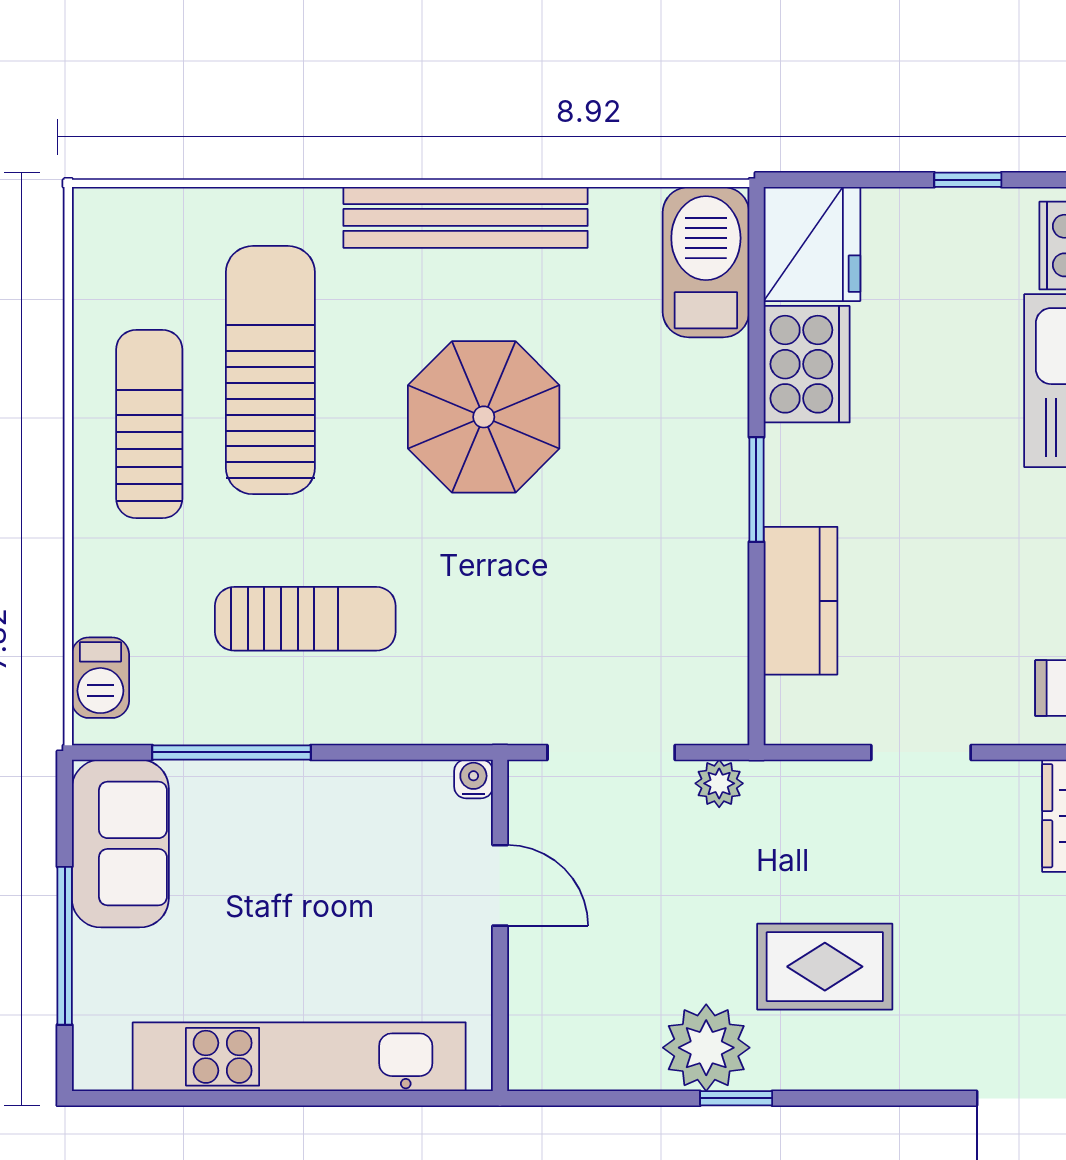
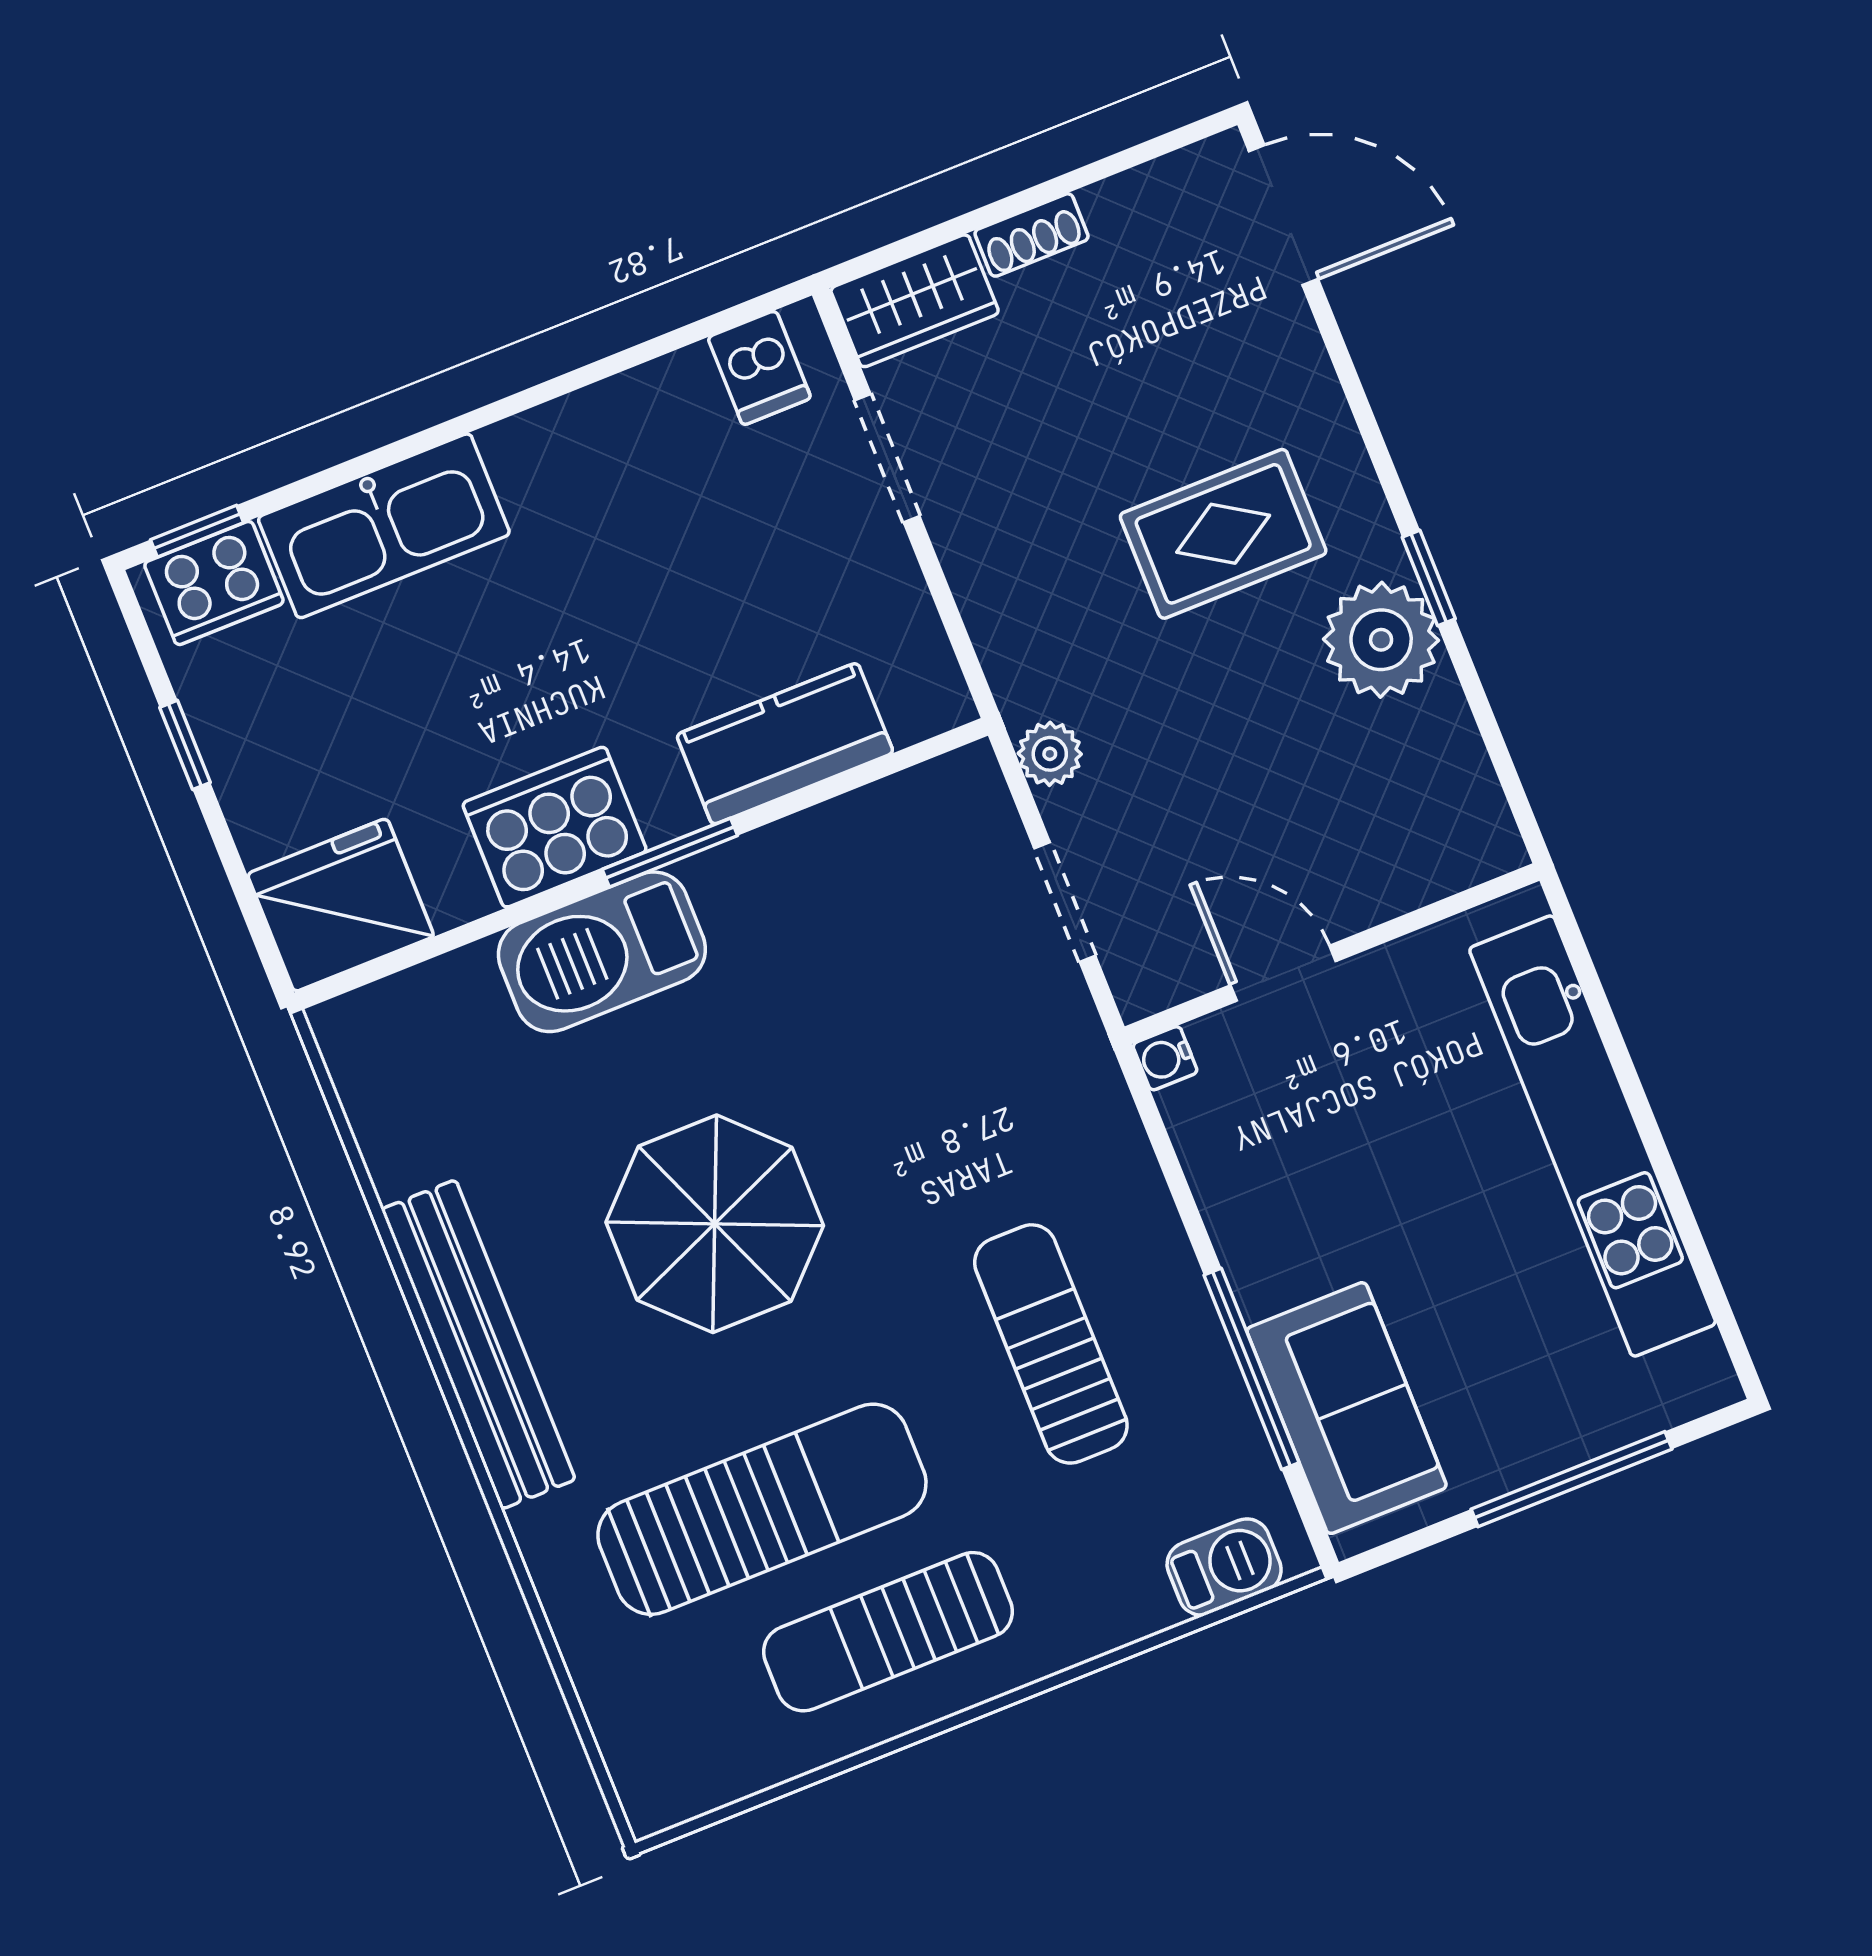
barbecue: (706, 262) -> (602, 952), moved
cooker: (807, 364) -> (555, 827), moved
sun lounger: (270, 370) -> (762, 1509), turned 180
doorway: (611, 752) -> (1065, 902), width x0.73
doorway: (921, 752) -> (887, 458), moved
sofa: (120, 844) -> (1347, 1408), moved, turned 90
door: (500, 885) -> (1283, 973), hinge flipped
rug: (825, 967) -> (1223, 534), turned 90

